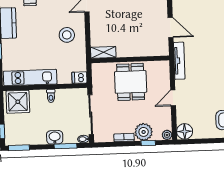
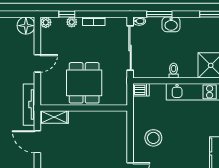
shelving: (103, 52) -> (54, 117), moved
plant: (144, 132) -> (72, 22), width x0.53, depth x0.53

